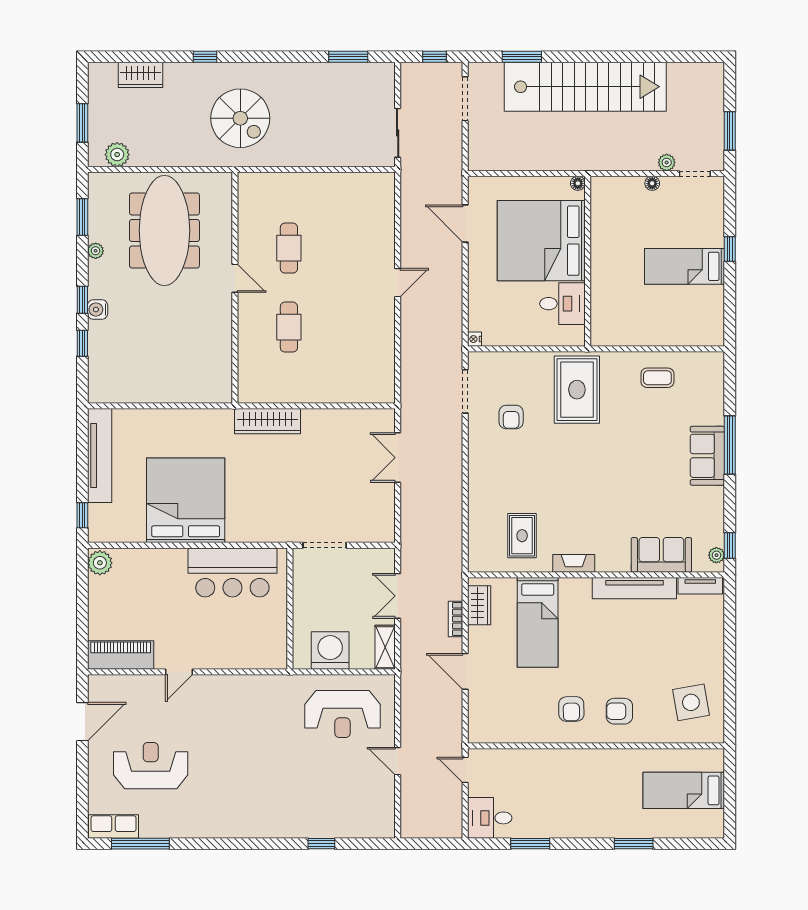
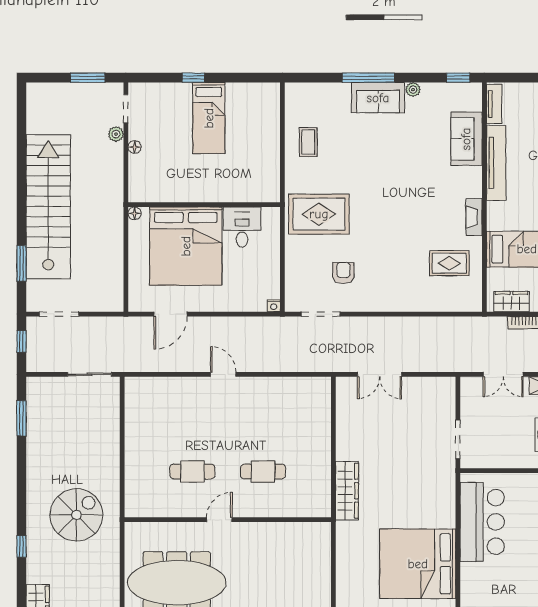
armchair: (511, 417) -> (343, 273), turned -90
plant: (716, 555) -> (413, 90), moved

